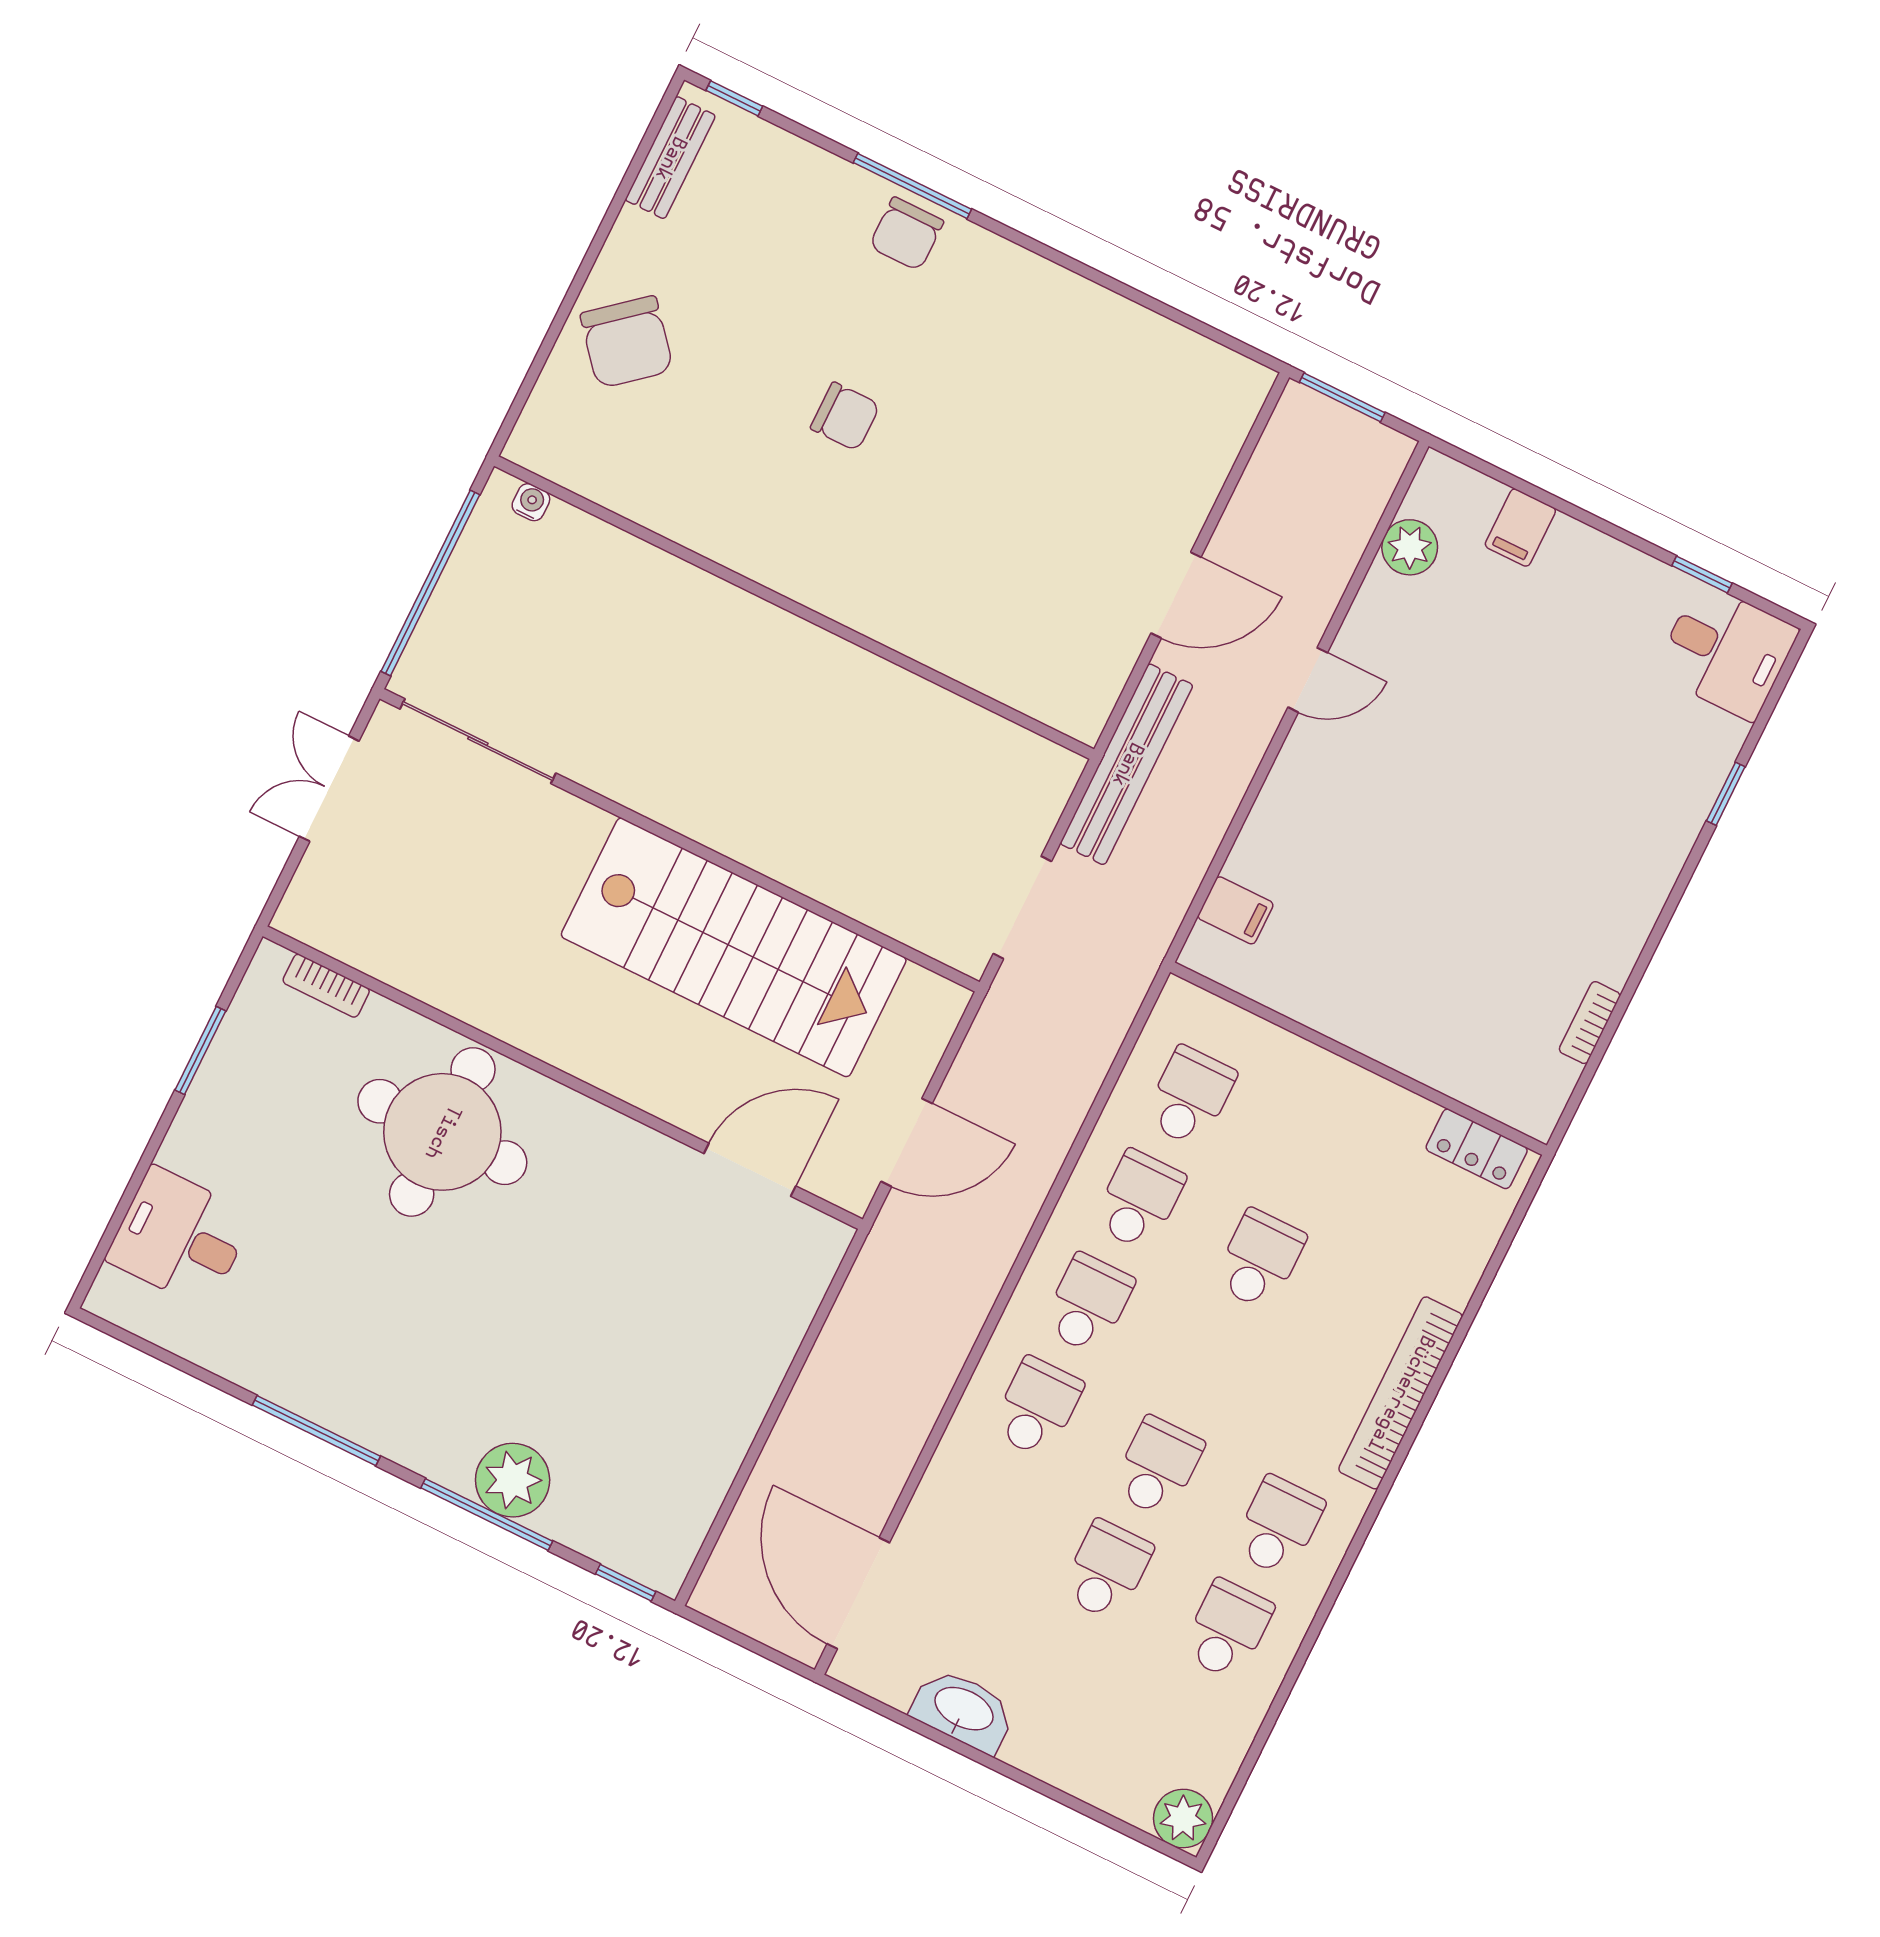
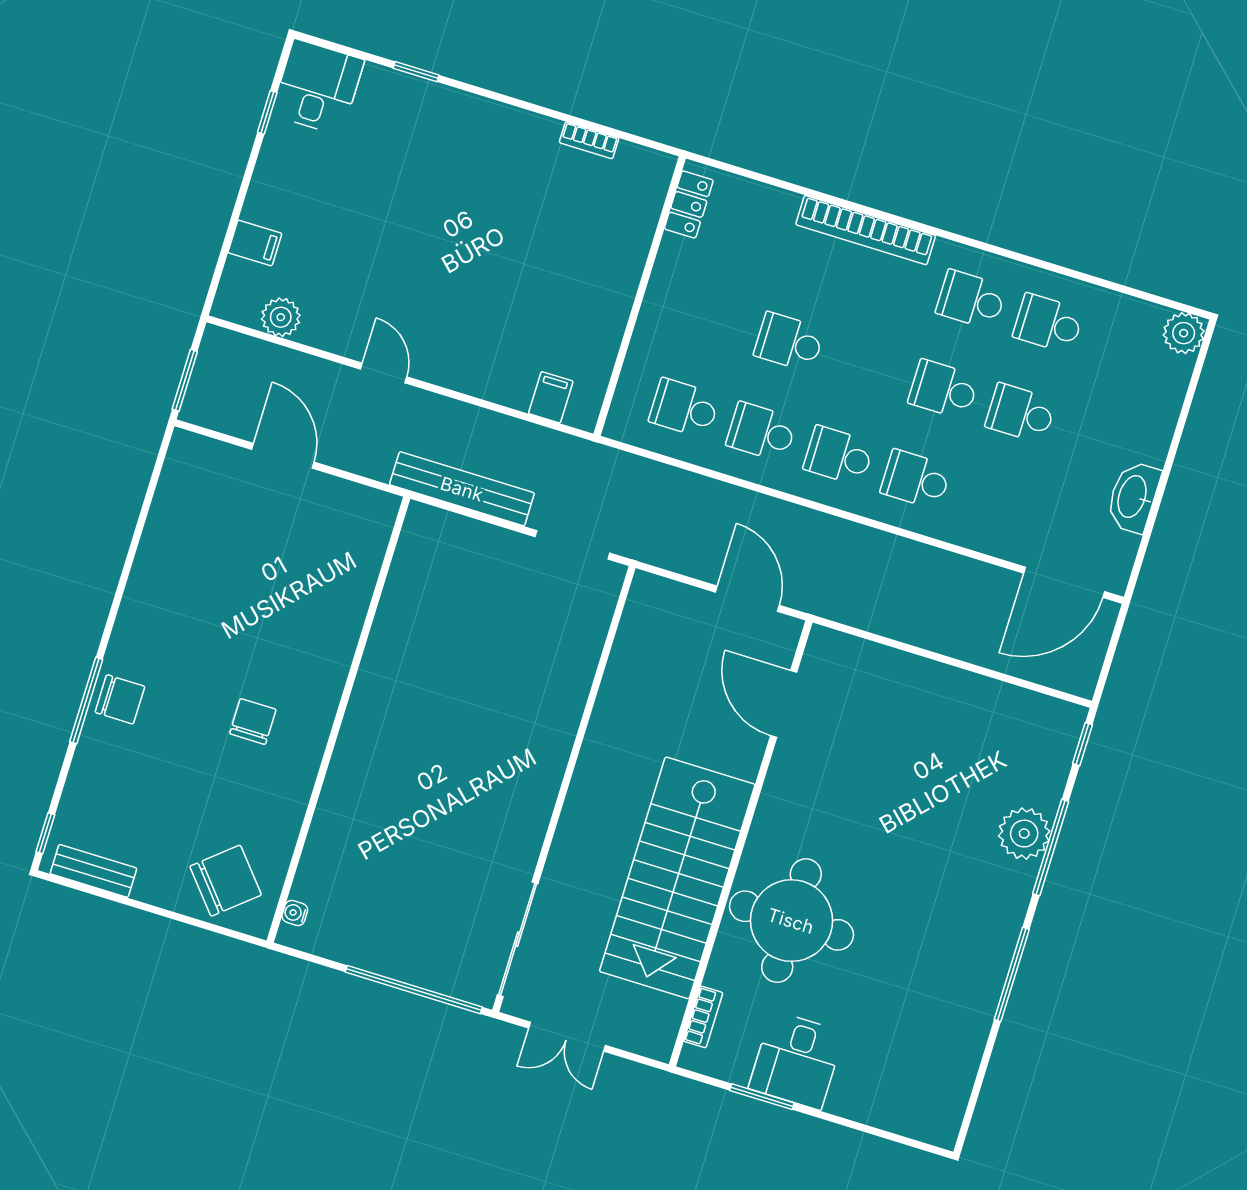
water cooler: (531, 502) -> (295, 913), moved
door: (1176, 595) -> (283, 456), moved
wall: (794, 608) -> (338, 720), moved
stairs: (734, 947) -> (677, 878), moved, turned 180
desk: (180, 1237) -> (797, 1060), moved

